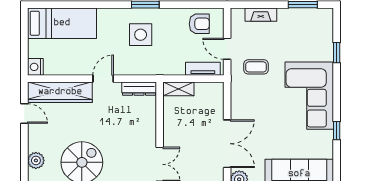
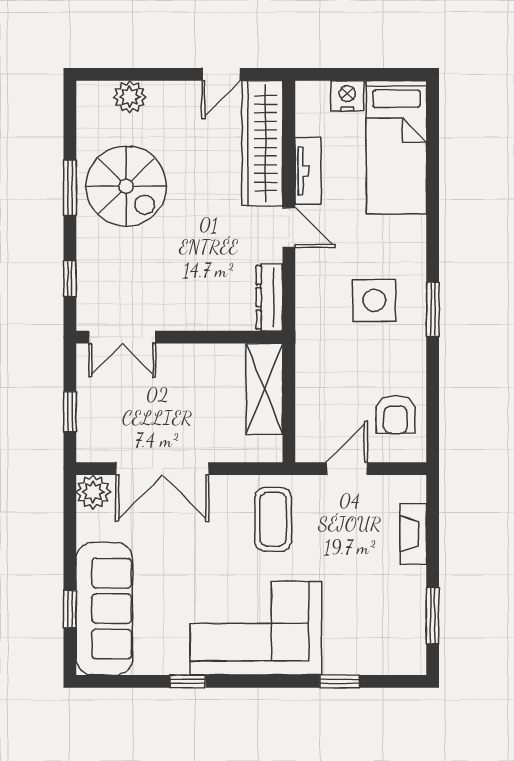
nightstand: (35, 67) -> (347, 96), moved
coffee table: (256, 67) -> (273, 519), moved, width x1.36, depth x1.30
tv unit: (203, 69) -> (308, 171), moved
shelving: (178, 89) -> (264, 389), width x1.50, depth x1.33

